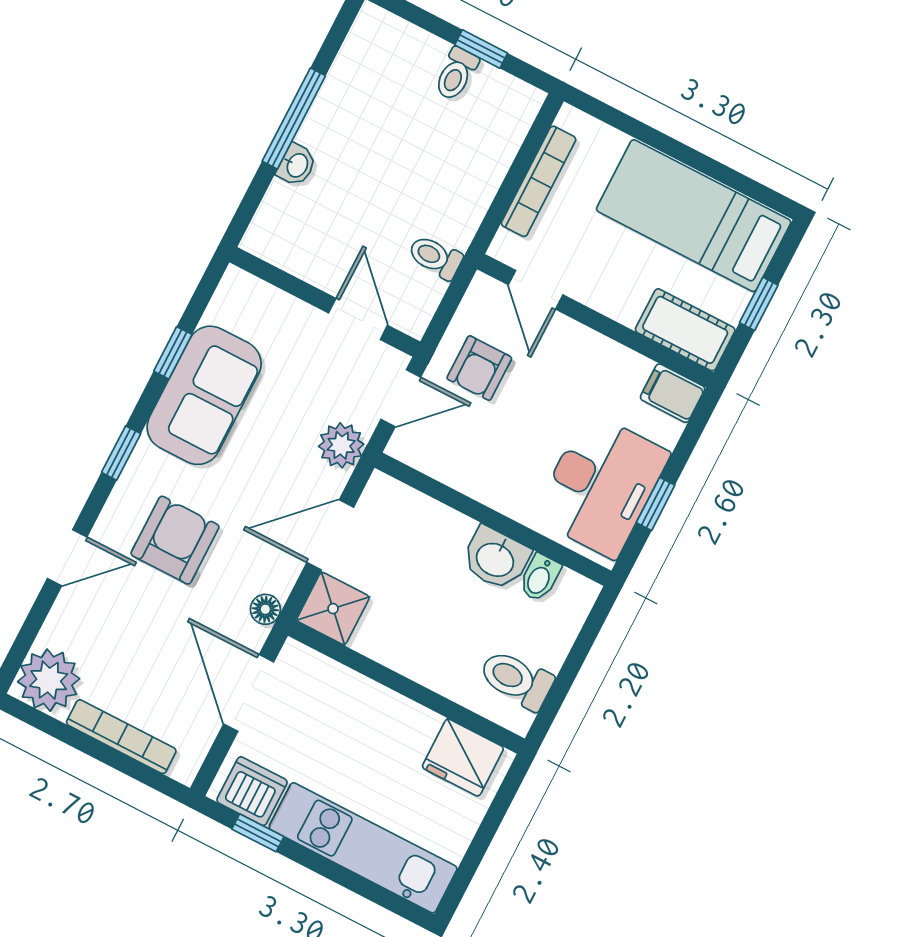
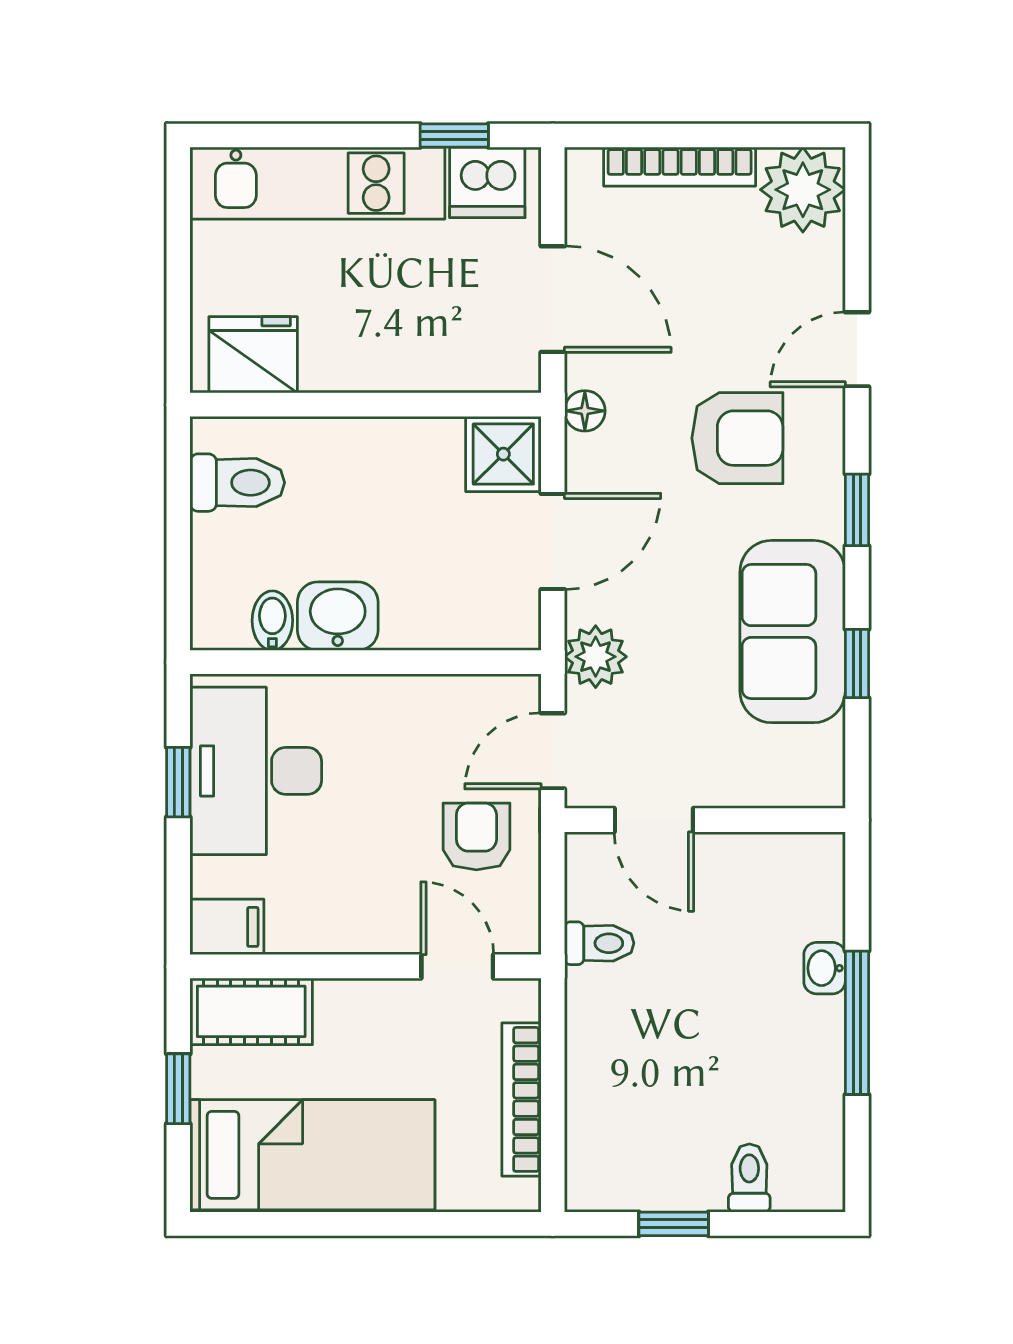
toilet: (456, 74) -> (749, 1178), moved
armchair: (175, 540) -> (737, 438), turned -90

